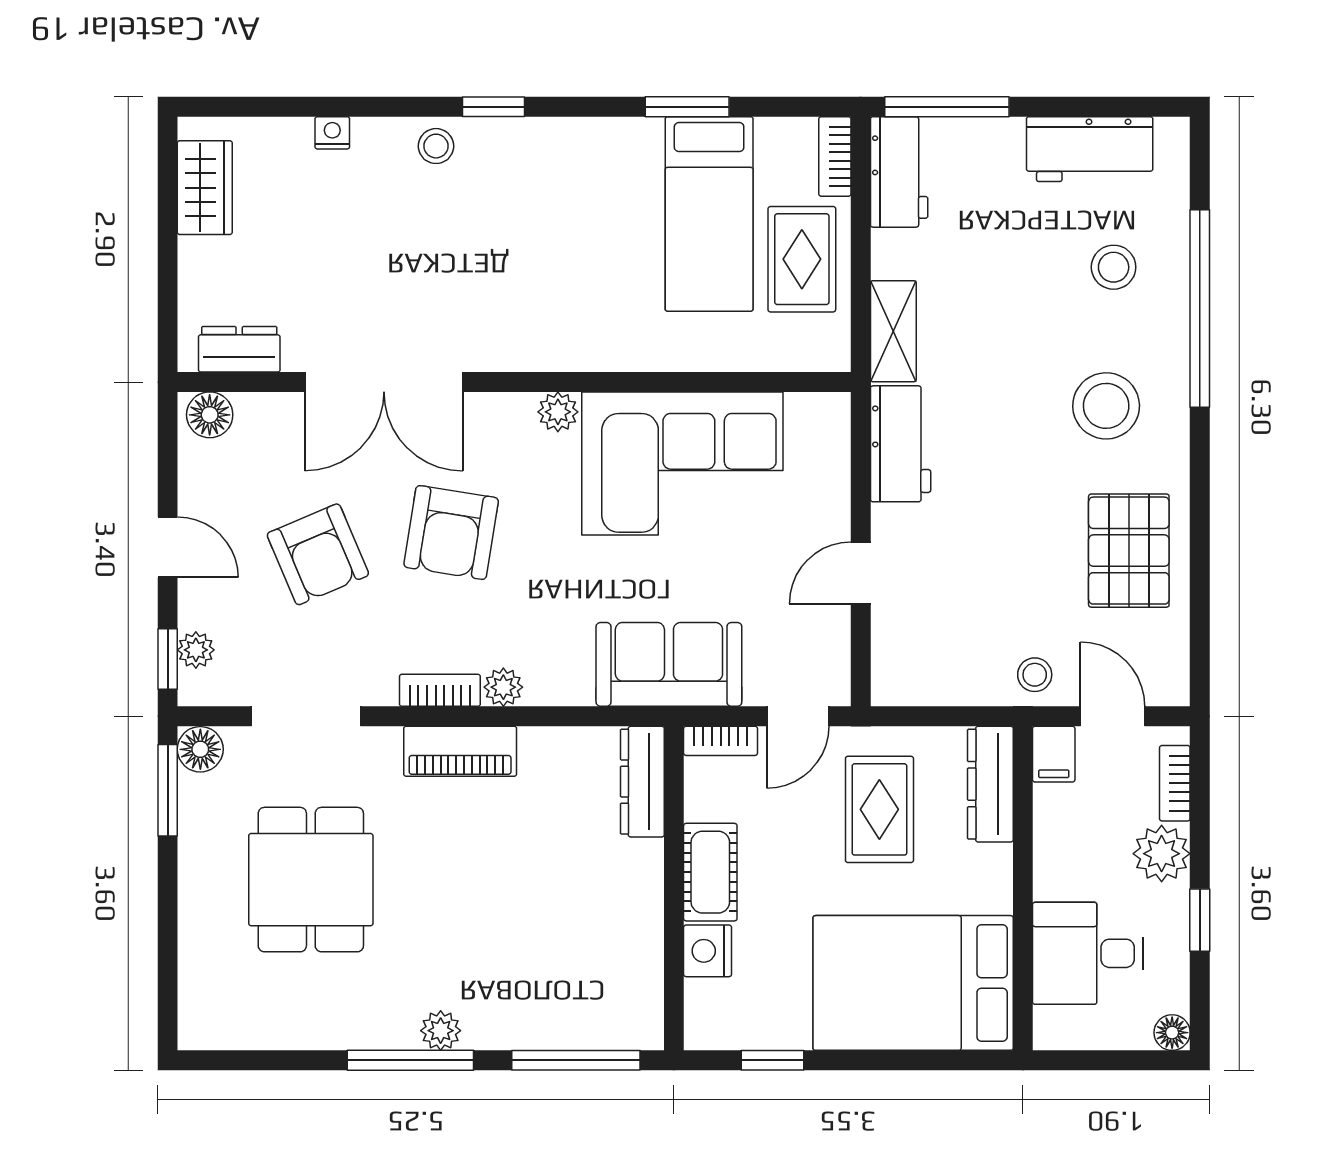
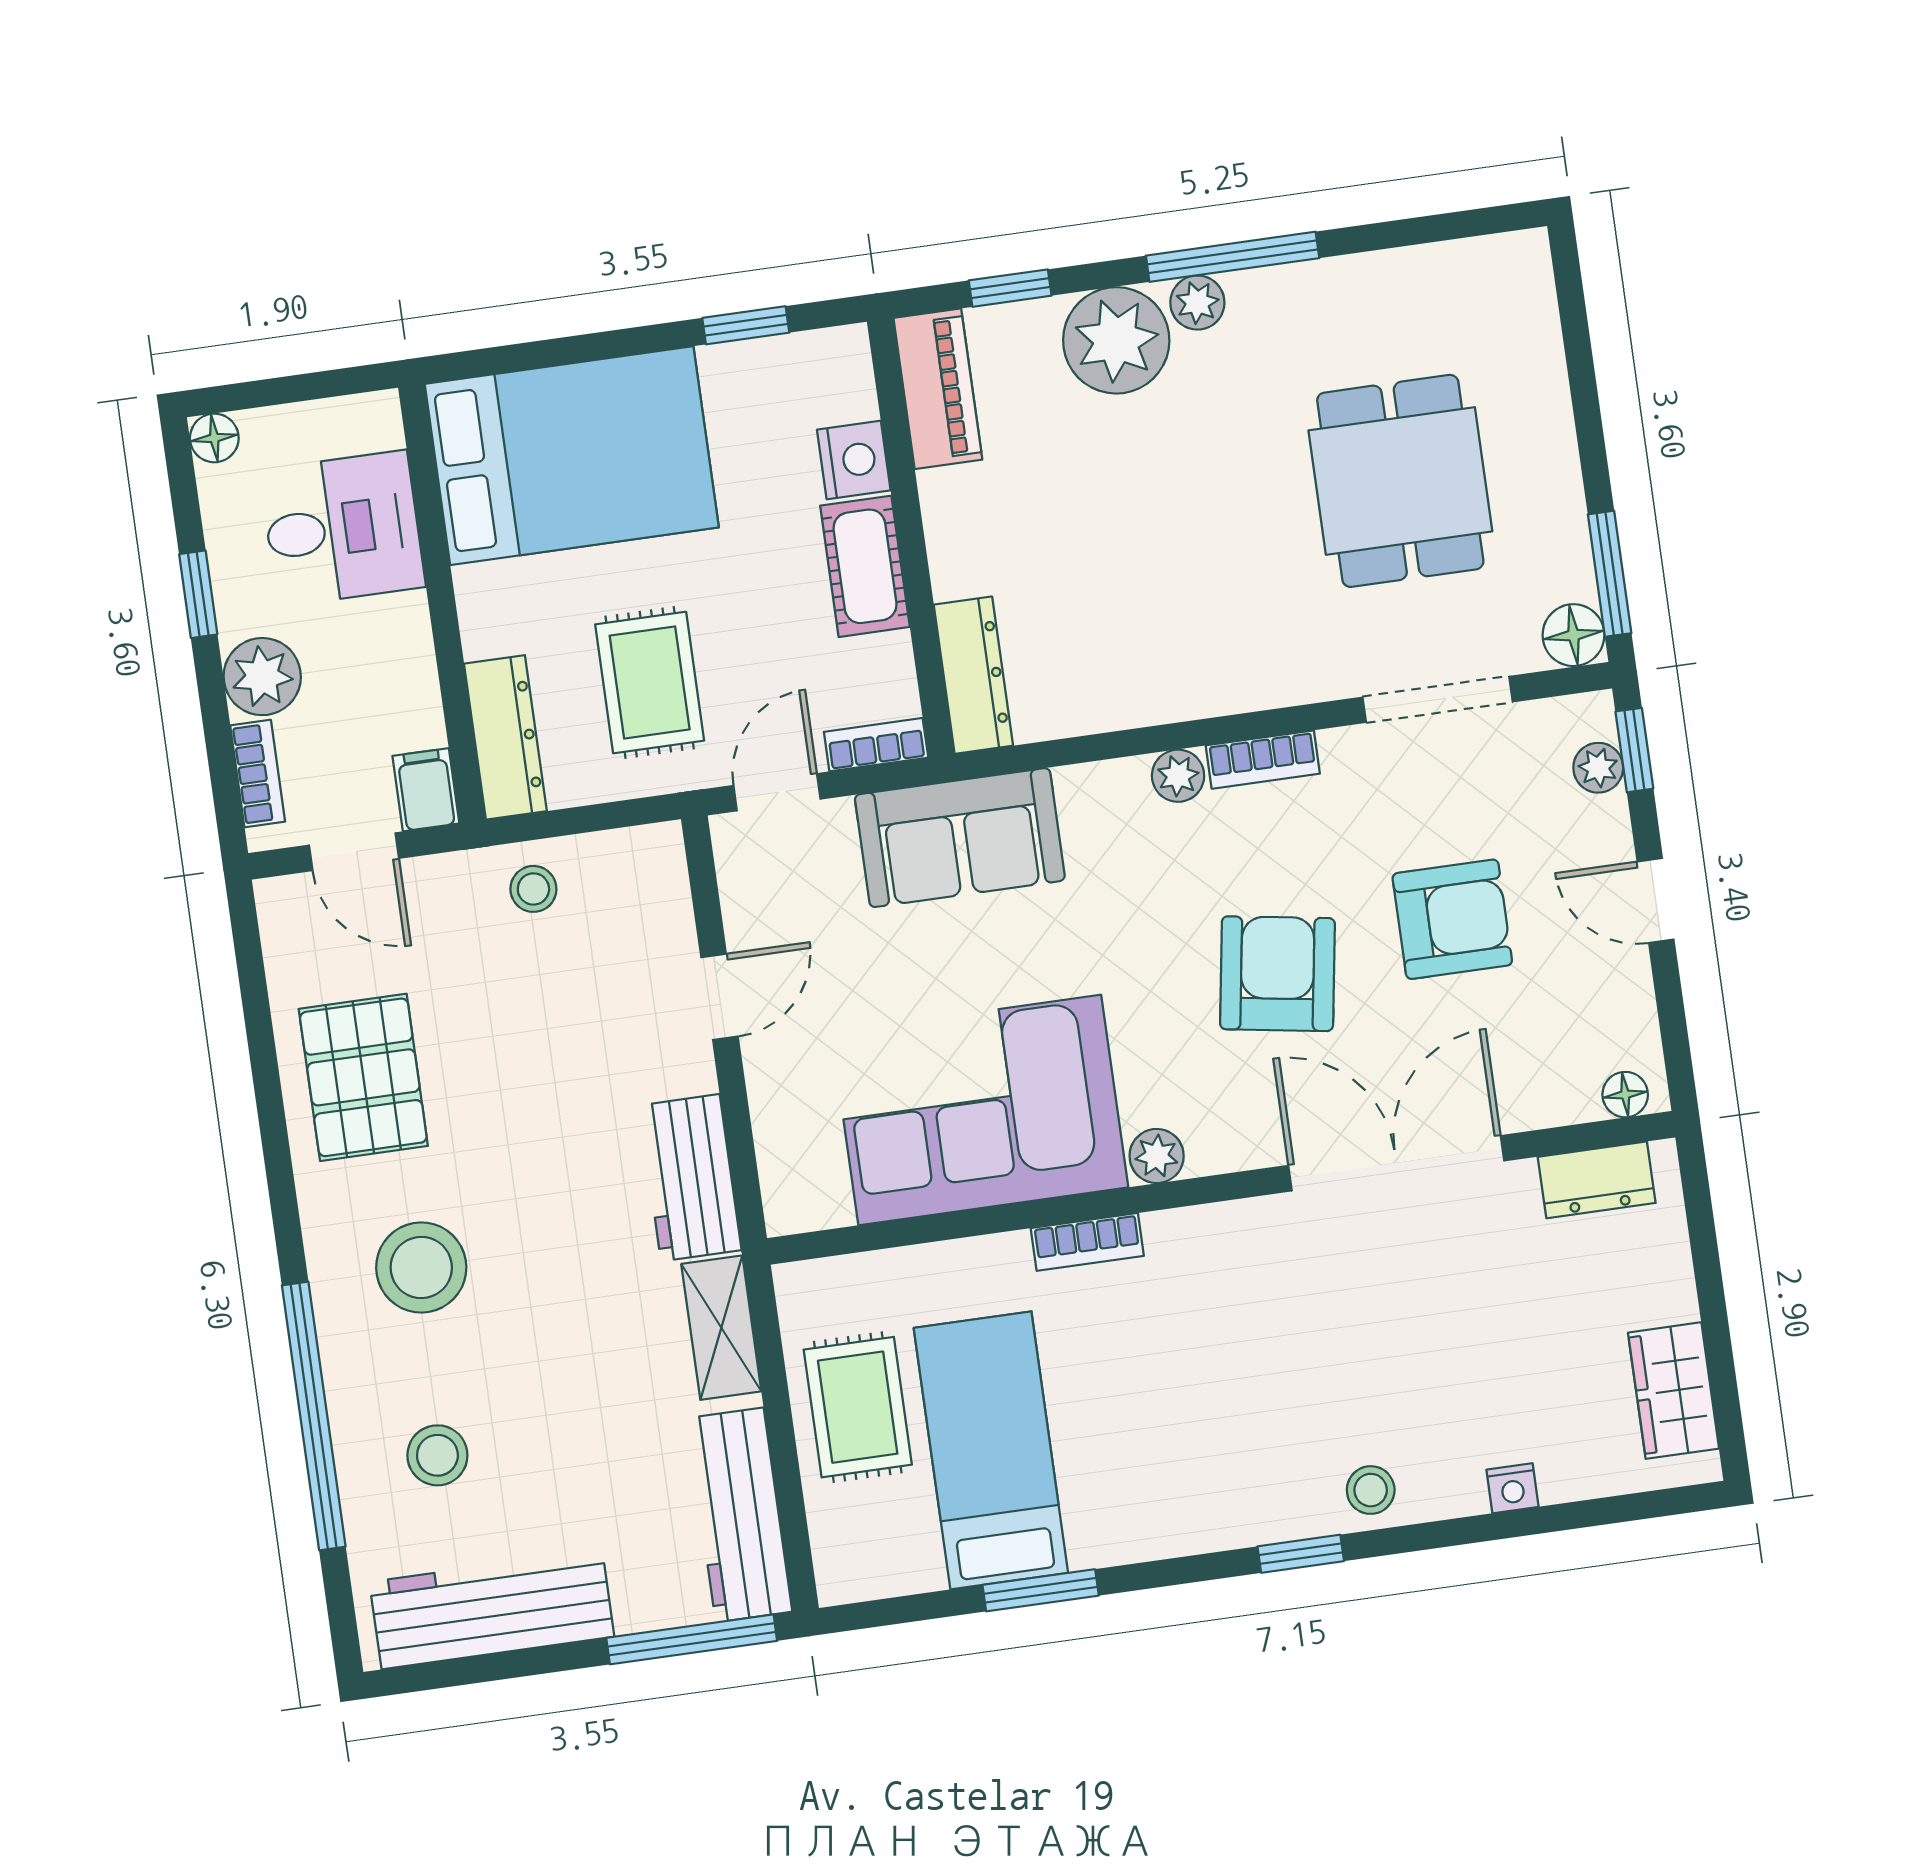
workbench: (1090, 149) -> (492, 1609), width x1.37
bookcase: (835, 157) -> (1087, 1242), moved, turned 90
workbench: (899, 172) -> (740, 1515), width x1.37
floor lamp: (210, 415) -> (1625, 1095), width x0.73, depth x0.73
armchair: (318, 554) -> (1452, 919), turned 113
stool: (1035, 675) -> (533, 889), moved
piano: (460, 751) -> (938, 389), moved, turned 90
plant: (504, 1011) -> (1116, 340), added
window: (576, 1060) -> (1010, 288), width x0.46

